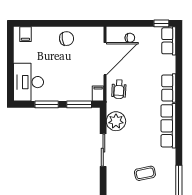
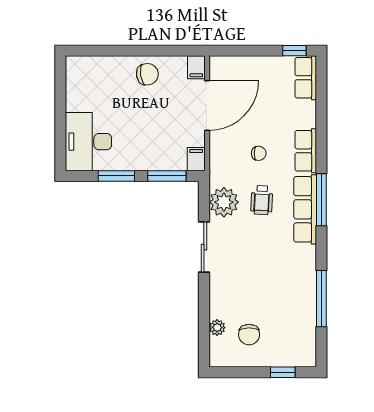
filing cabinet: (25, 34) -> (196, 67), moved
chair: (130, 38) -> (259, 153), moved
wheelchair: (119, 89) -> (262, 200), moved
window: (179, 120) -> (321, 200), added
coffee table: (145, 173) -> (269, 283), removed

